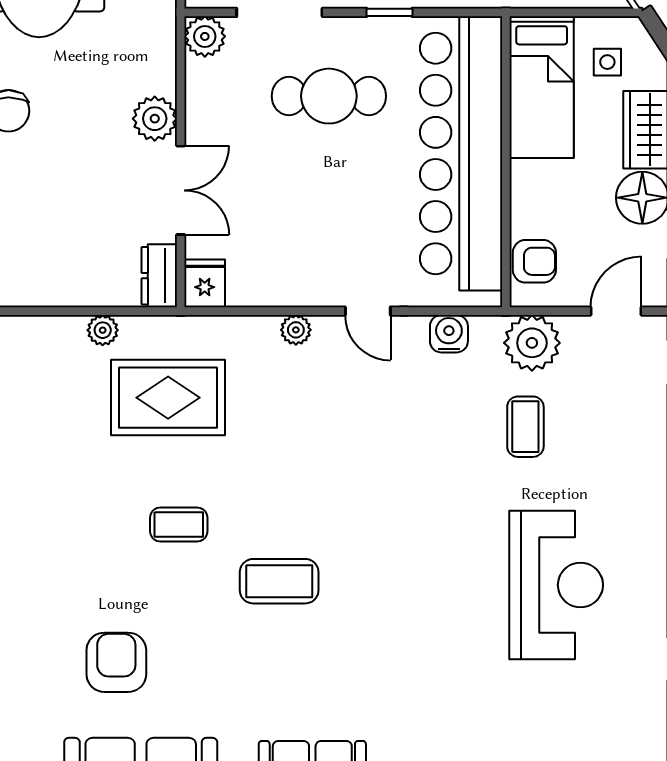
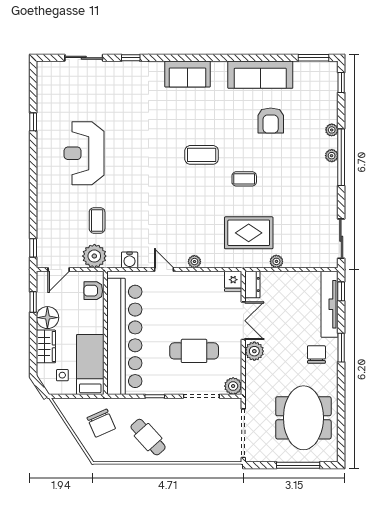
cafe table: (329, 96) -> (194, 351), moved
double door: (181, 190) -> (243, 321), swing flipped

